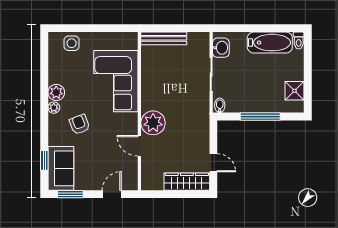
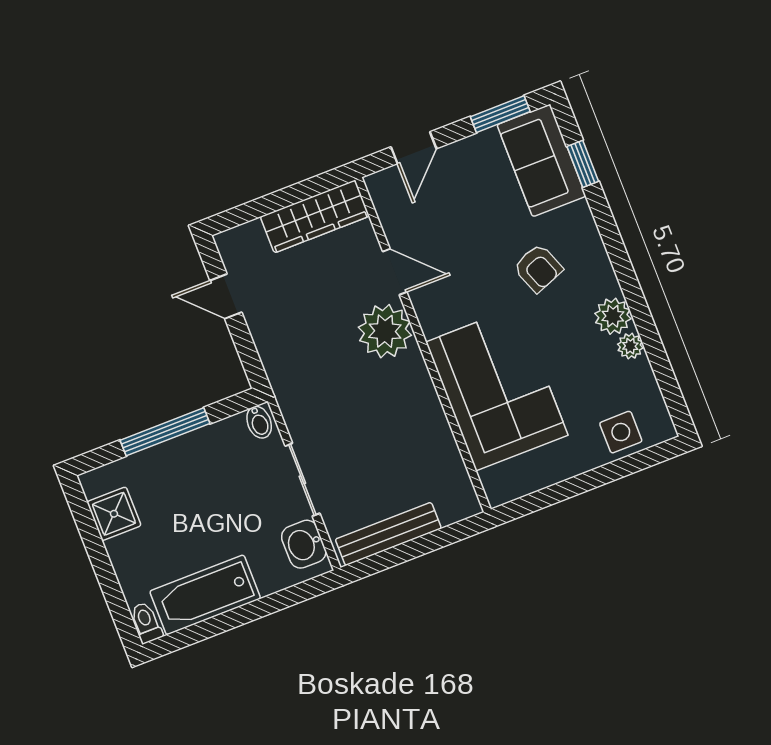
bench: (164, 38) -> (388, 534), moved
plant: (54, 108) -> (630, 346), moved
wardrobe: (187, 182) -> (315, 216), moved

